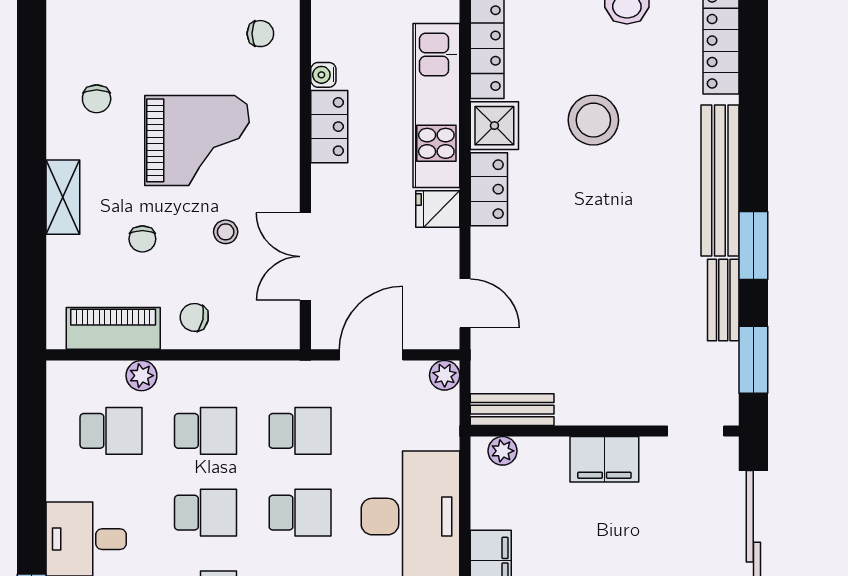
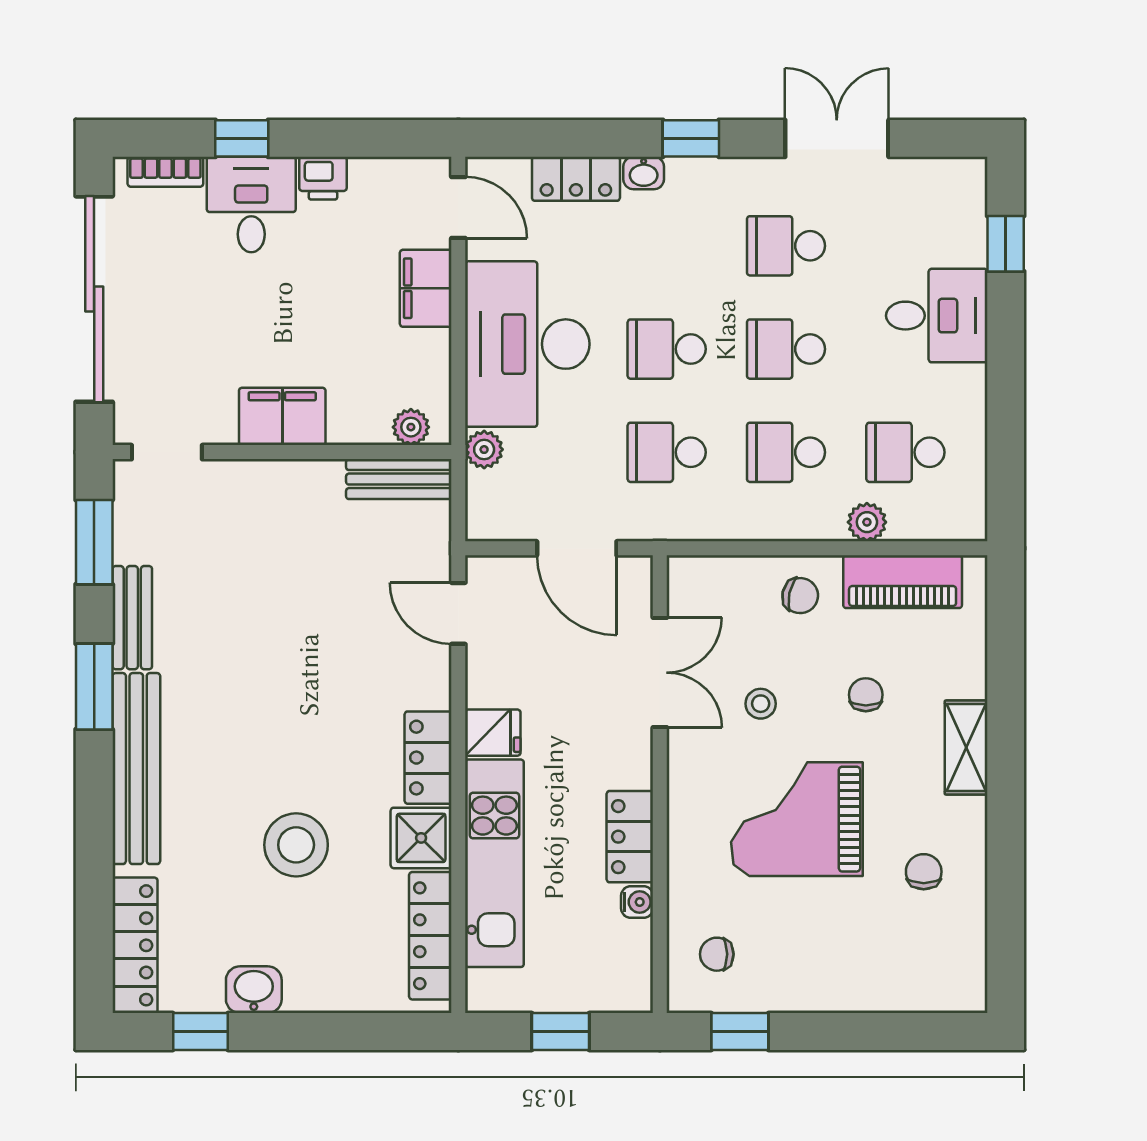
door: (371, 355) -> (577, 548), hinge flipped
plant: (445, 375) -> (484, 450), moved

